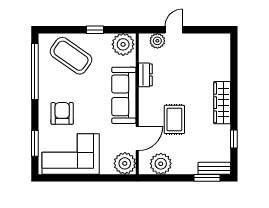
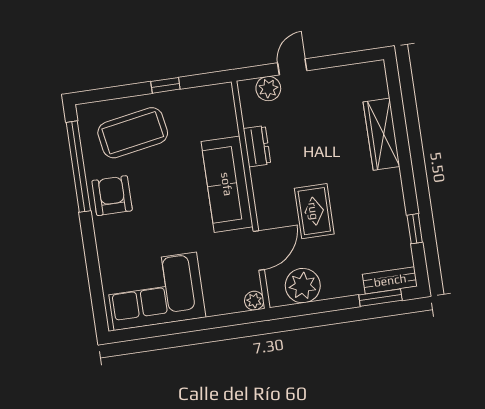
plant: (123, 44) -> (214, 102), removed
coffee table: (71, 56) -> (133, 133), turned -45
wardrobe: (222, 103) -> (382, 134), moved
armchair: (62, 113) -> (112, 196), moved
window: (35, 143) -> (95, 283), removed
plant: (125, 163) -> (254, 301), width x0.53, depth x0.53

